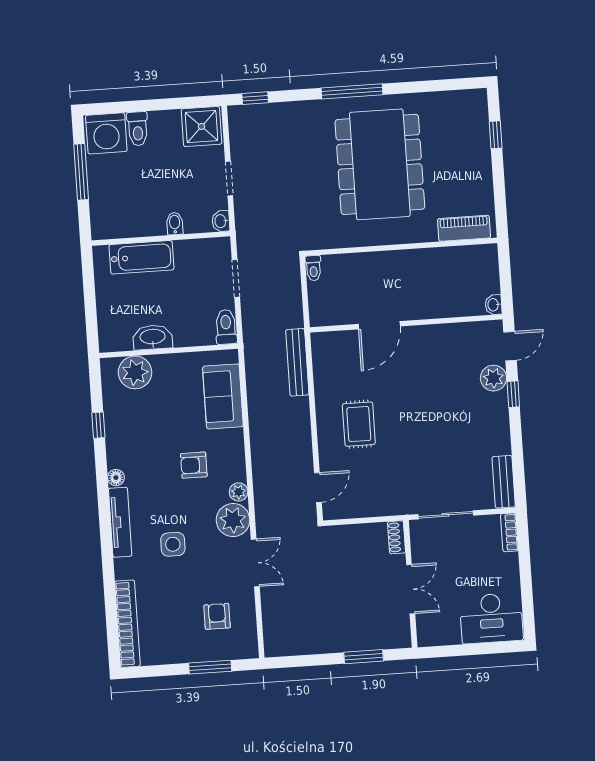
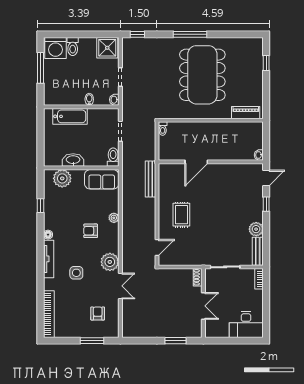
plant: (493, 378) -> (256, 229), moved
sofa: (223, 396) -> (102, 179), moved, turned -90
plant: (239, 492) -> (114, 218), moved

